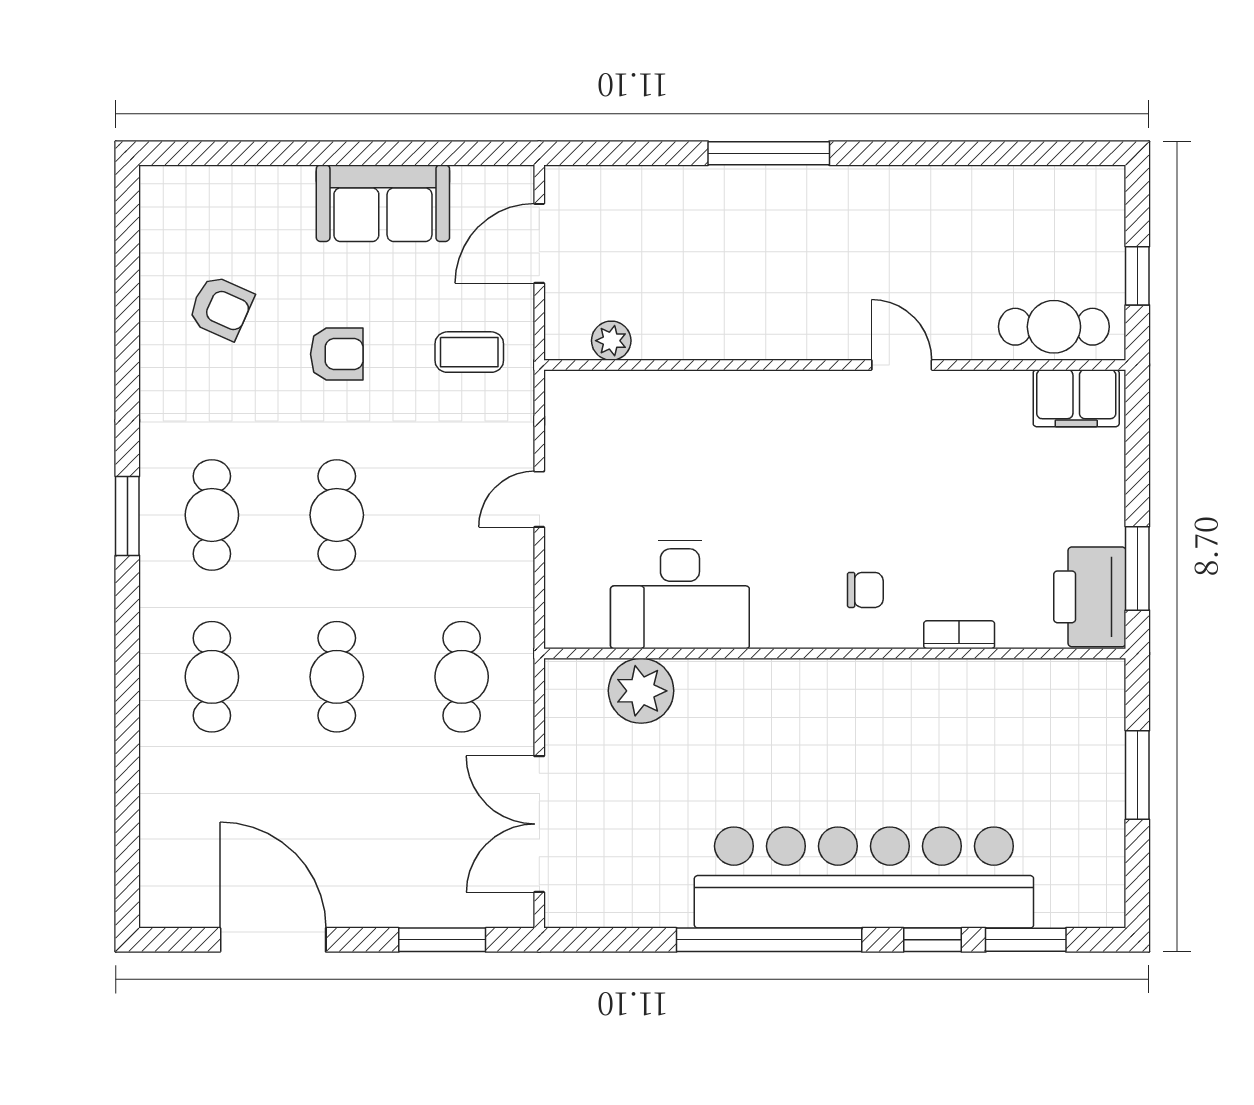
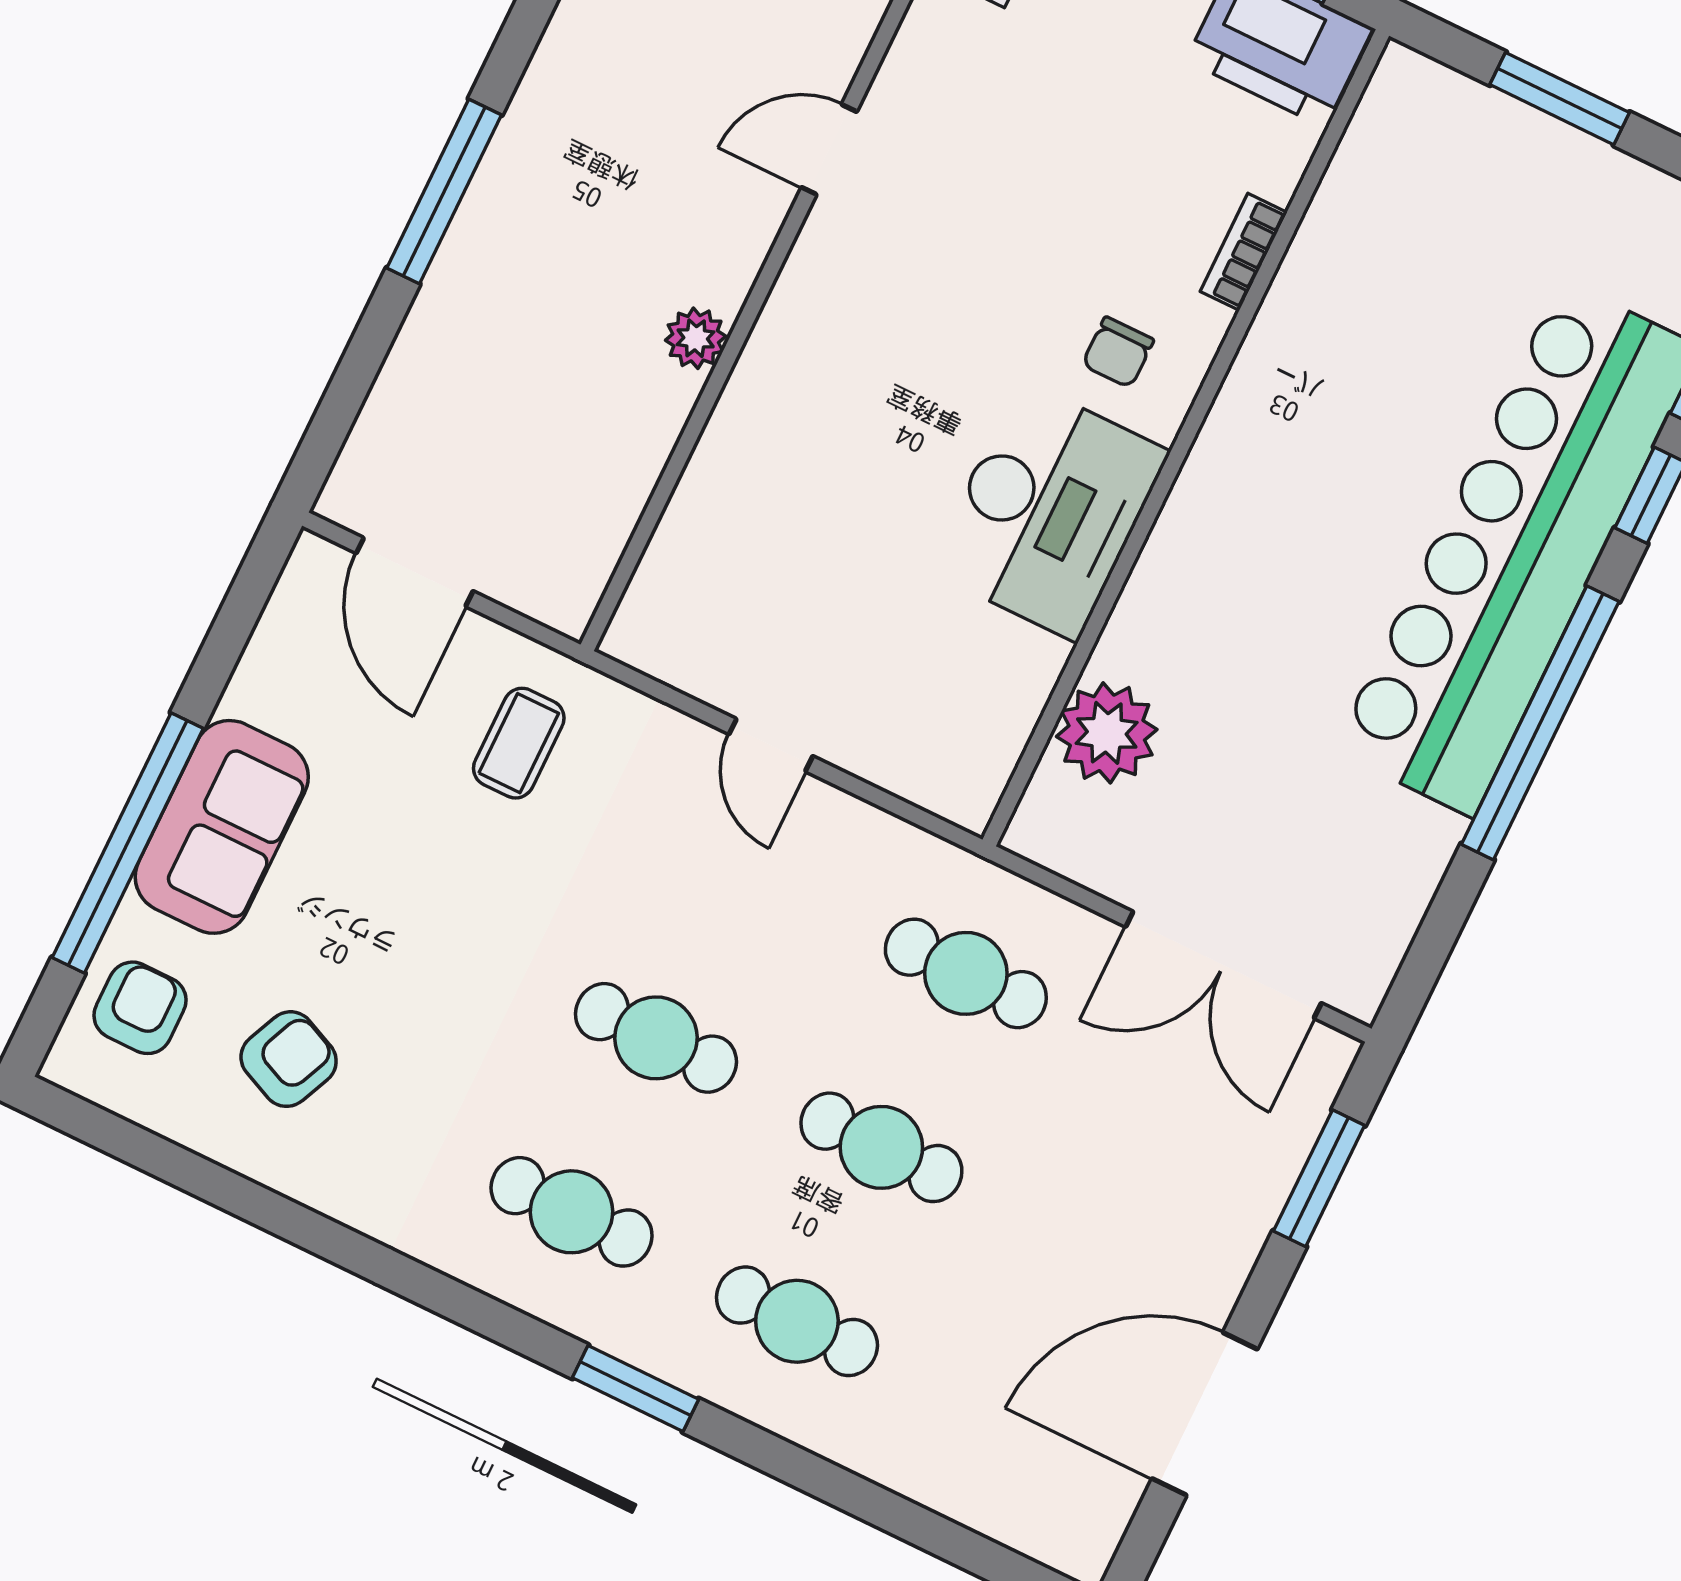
window: (301, 153) -> (128, 843), added
sofa: (383, 203) -> (222, 827), moved
plant: (611, 341) -> (696, 338), moved
armchair: (337, 354) -> (140, 1008), moved
window: (127, 516) -> (636, 1389), moved
chair: (865, 590) -> (1118, 352), turned 180
desk: (680, 594) -> (1049, 511), moved

